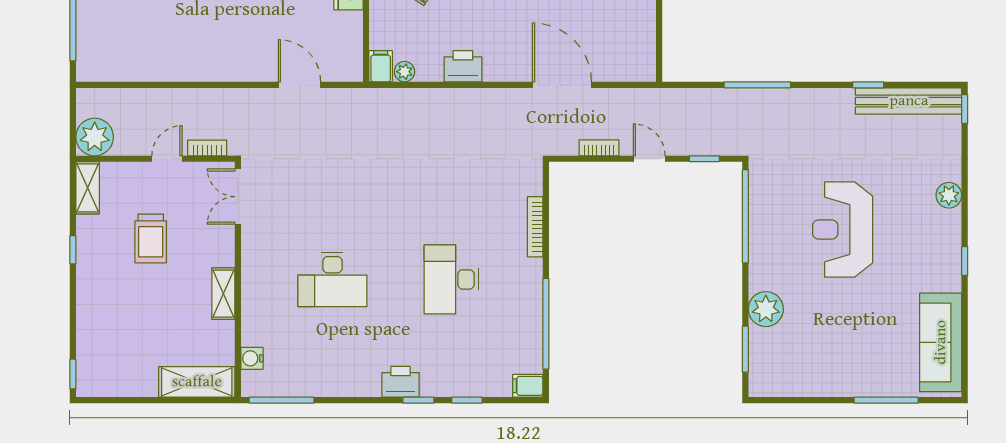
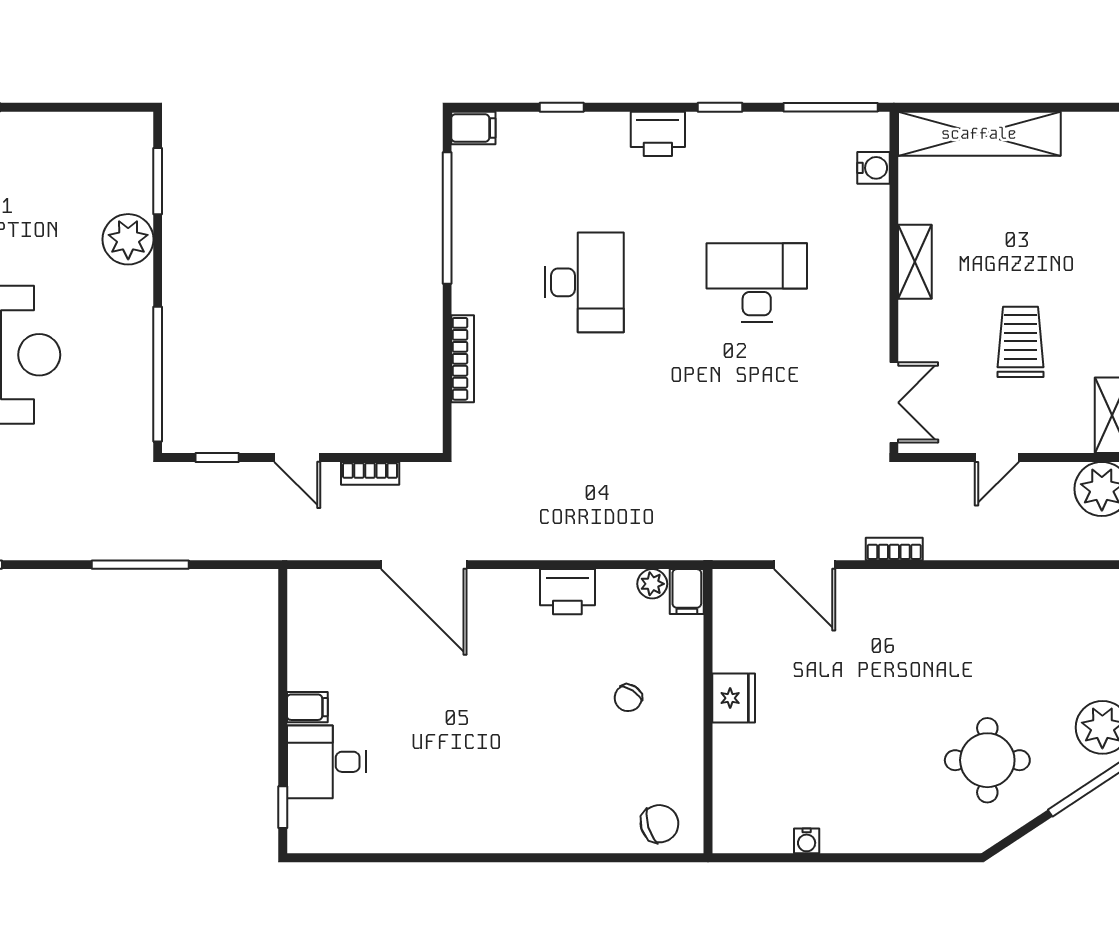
bookcase: (207, 148) -> (894, 549), moved, turned 180
shelving: (197, 382) -> (979, 134), width x1.47
window: (418, 400) -> (720, 107), moved

